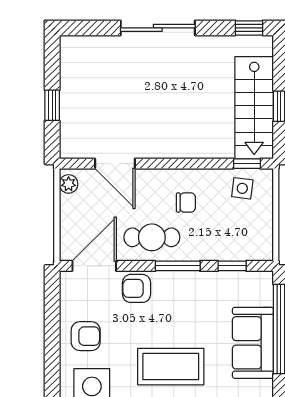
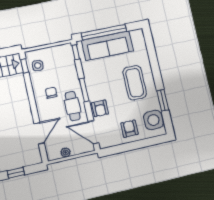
plant: (69, 184) -> (66, 152), moved
window: (232, 266) -> (76, 52), moved
sofa: (253, 343) -> (107, 46), width x1.36

